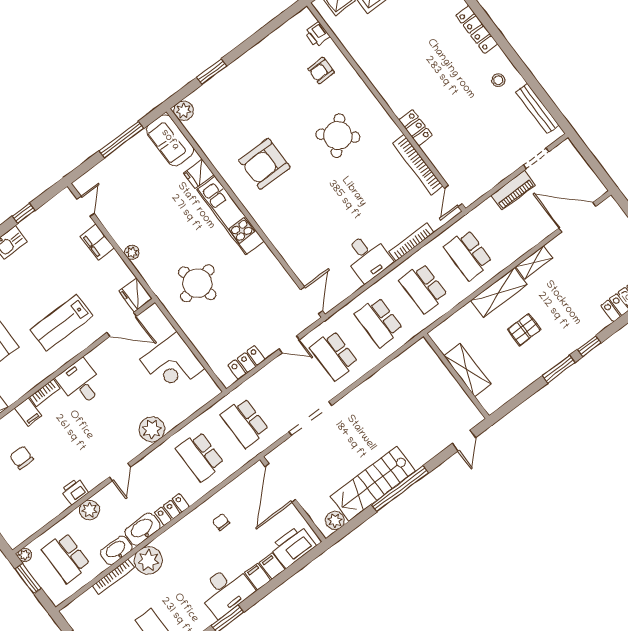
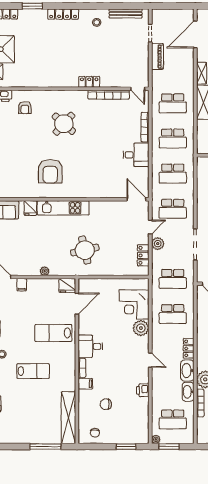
filing cabinet: (97, 242) -> (22, 285), width x0.50
lab bench: (62, 323) -> (53, 333), turned 90
corner desk: (172, 364) -> (134, 305), moved, turned 90
plant: (89, 510) -> (158, 244), moved

